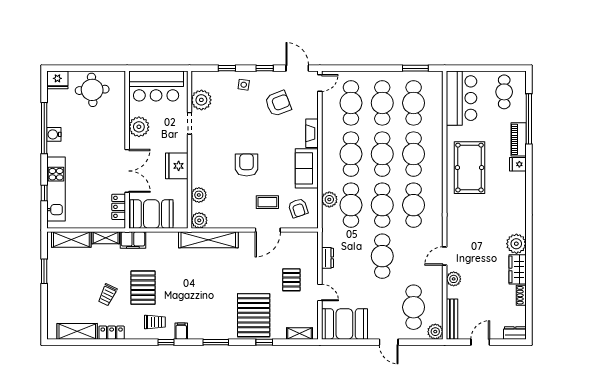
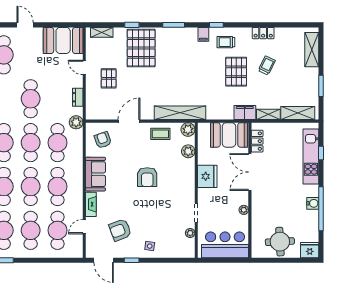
window: (227, 68) -> (164, 260), removed
door: (320, 83) -> (84, 227), moved
plant: (201, 100) -> (190, 233), width x0.53, depth x0.53
plant: (139, 127) -> (244, 210), width x0.53, depth x0.53
plant: (329, 199) -> (76, 122), moved
coffee table: (267, 202) -> (160, 134), moved
shelving: (77, 331) -> (312, 50), moved, turned 90

